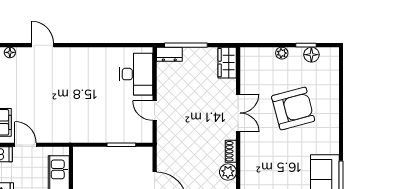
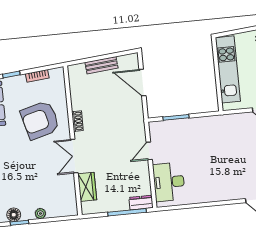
wardrobe: (227, 63) -> (87, 187), moved
armchair: (293, 108) -> (40, 120), moved
door: (155, 111) -> (149, 151), swing flipped
plant: (228, 172) -> (78, 102), removed

